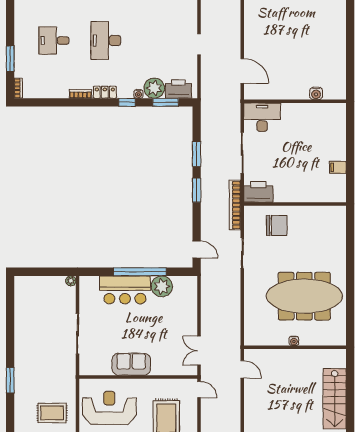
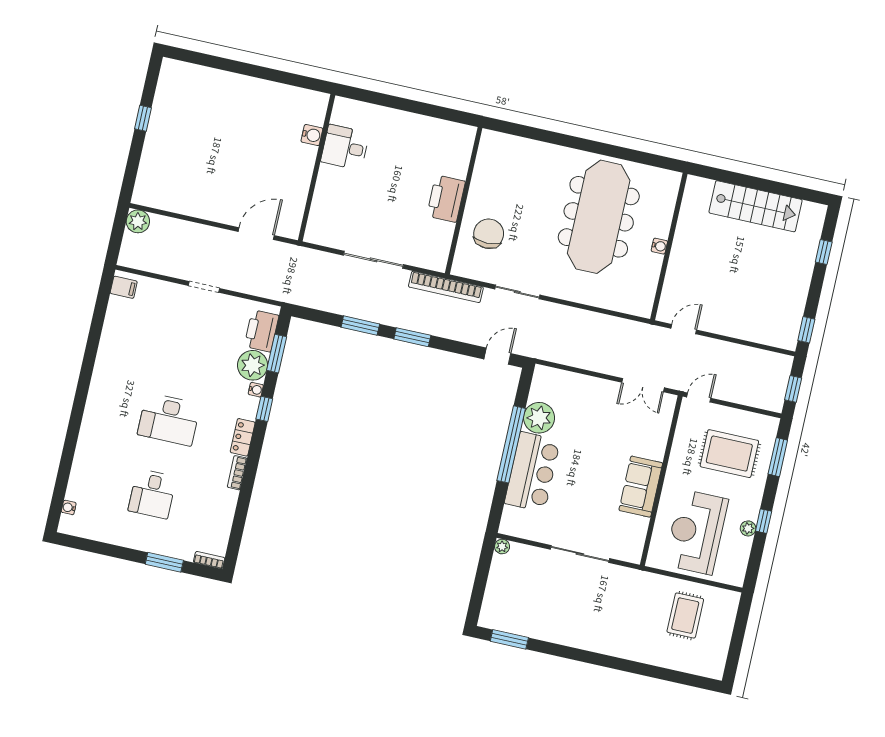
desk: (262, 117) -> (345, 147), moved, width x0.73
filing cabinet: (338, 167) -> (425, 127), removed
printer: (258, 192) -> (446, 199), moved
window: (10, 380) -> (509, 639), moved

